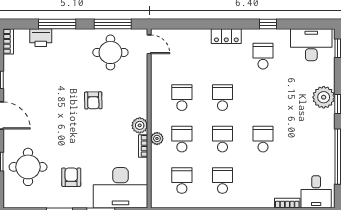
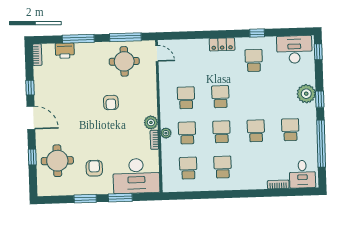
school desk: (304, 139) -> (290, 130), added

